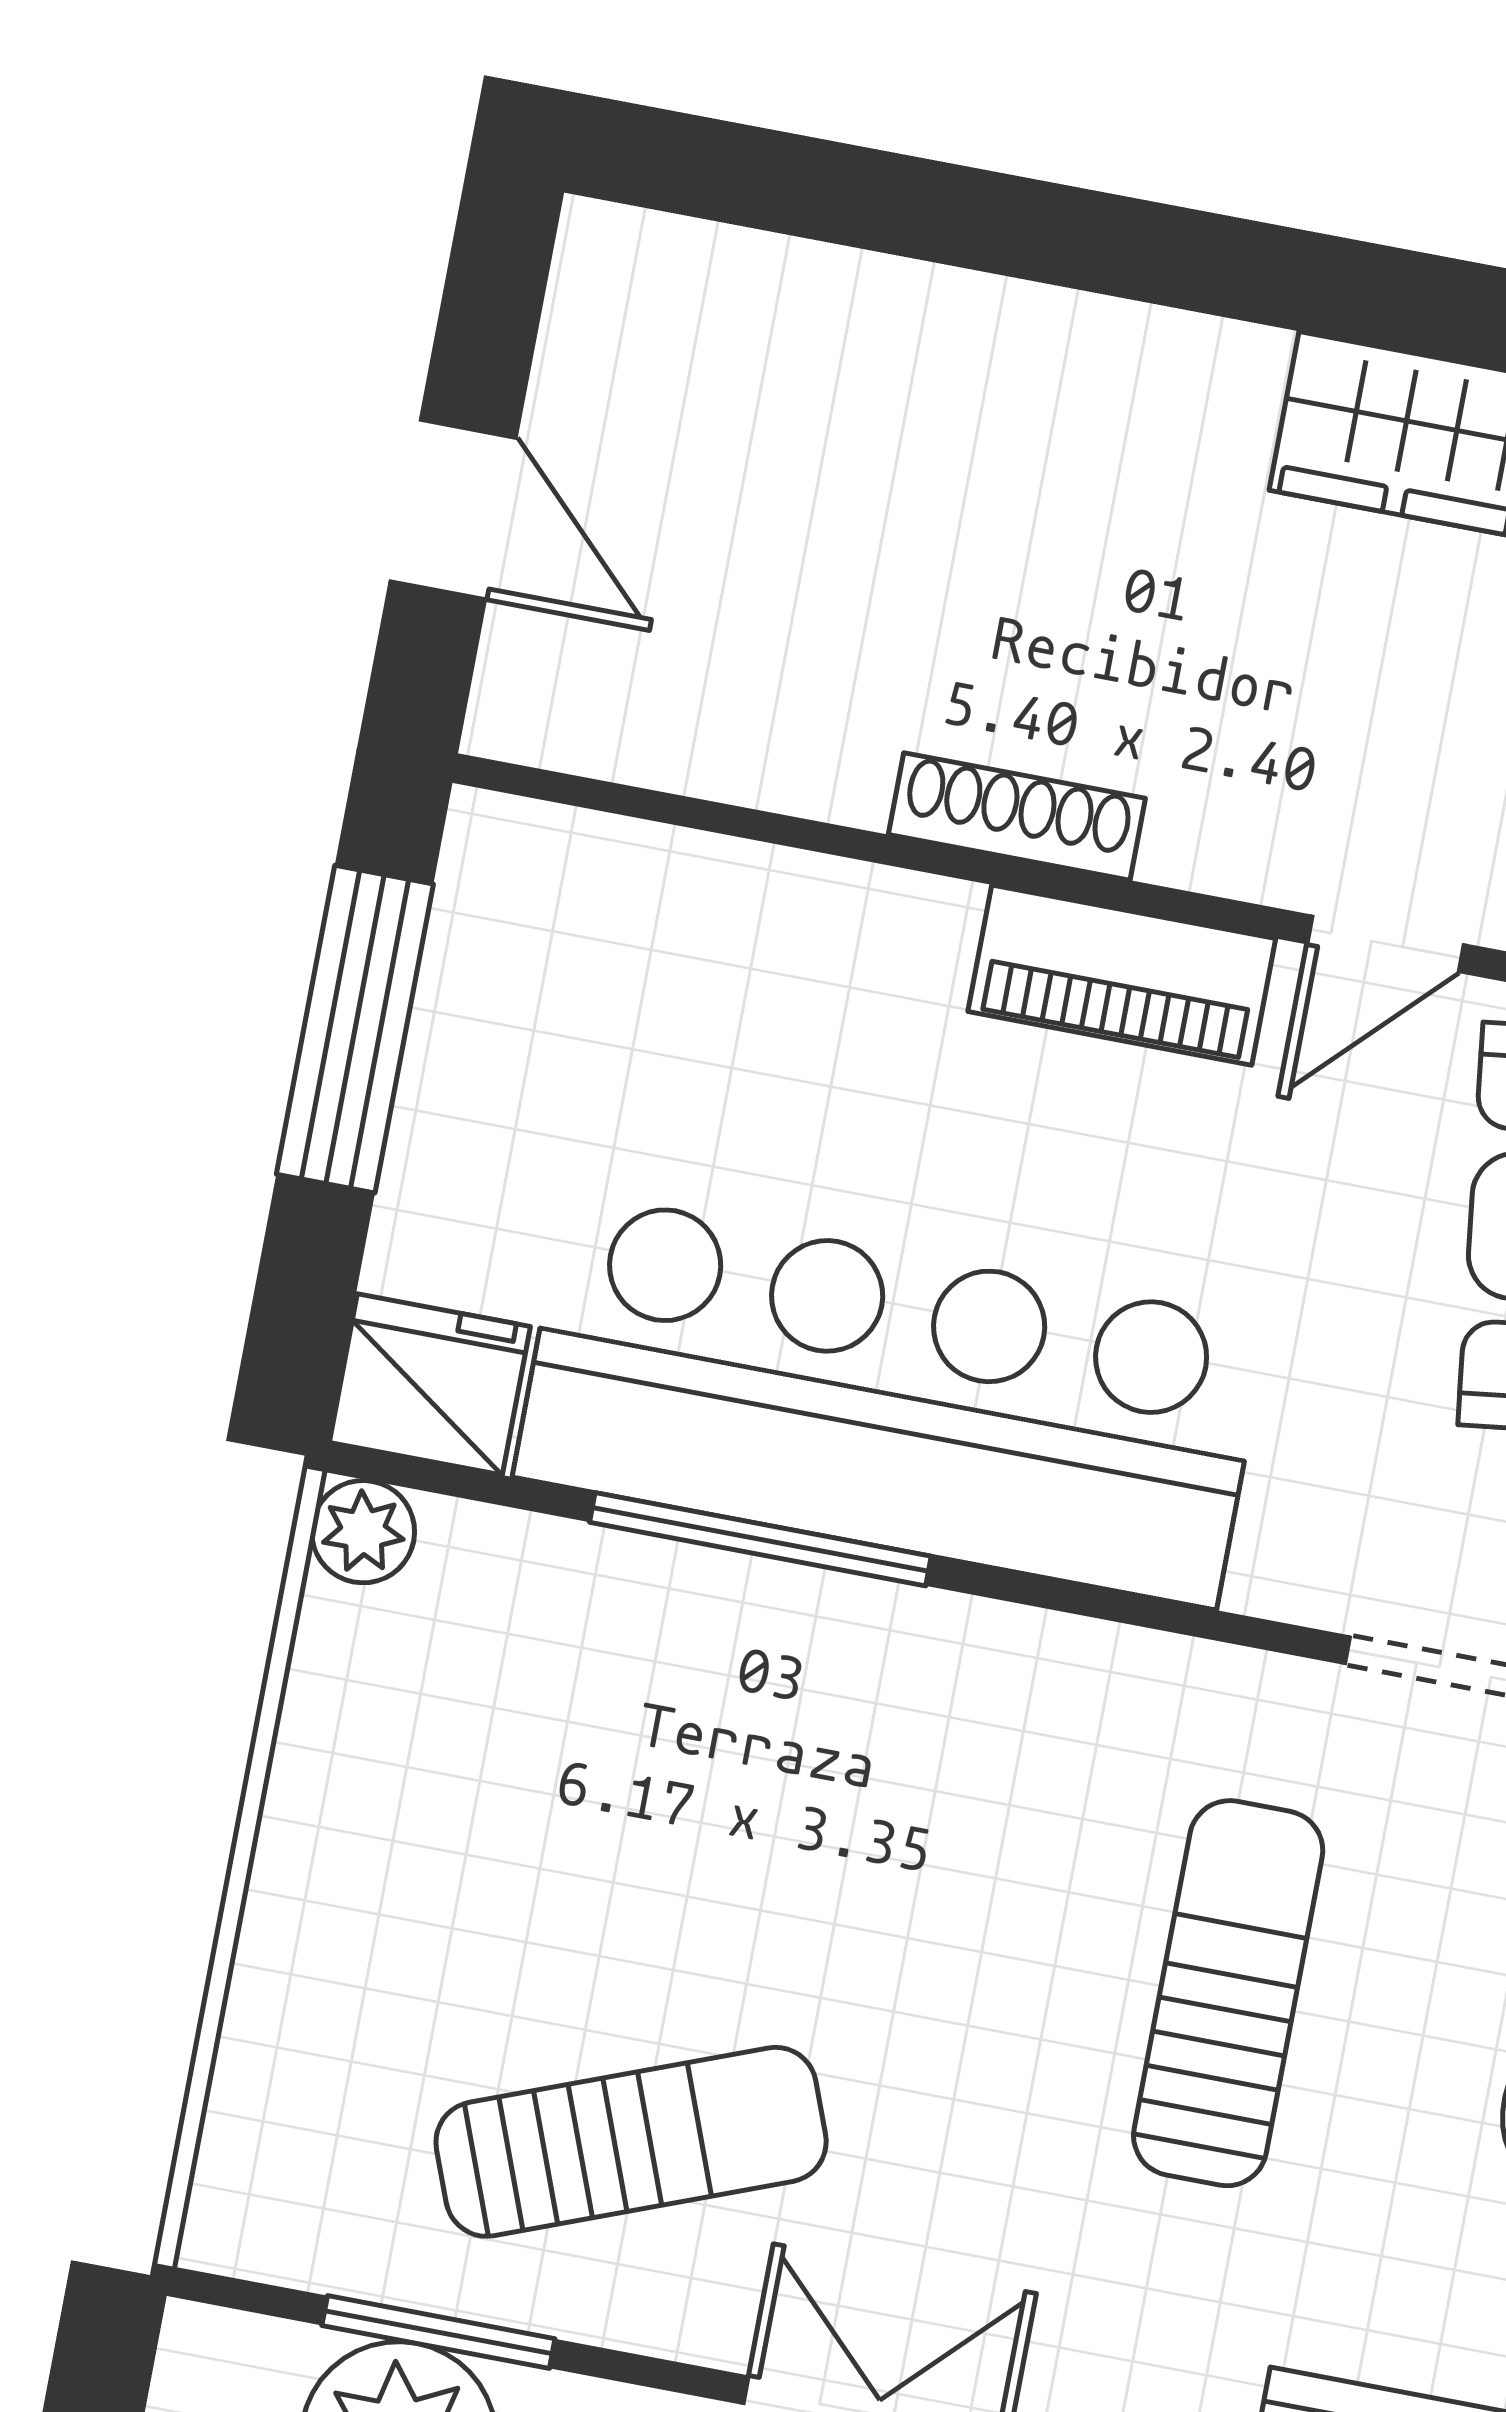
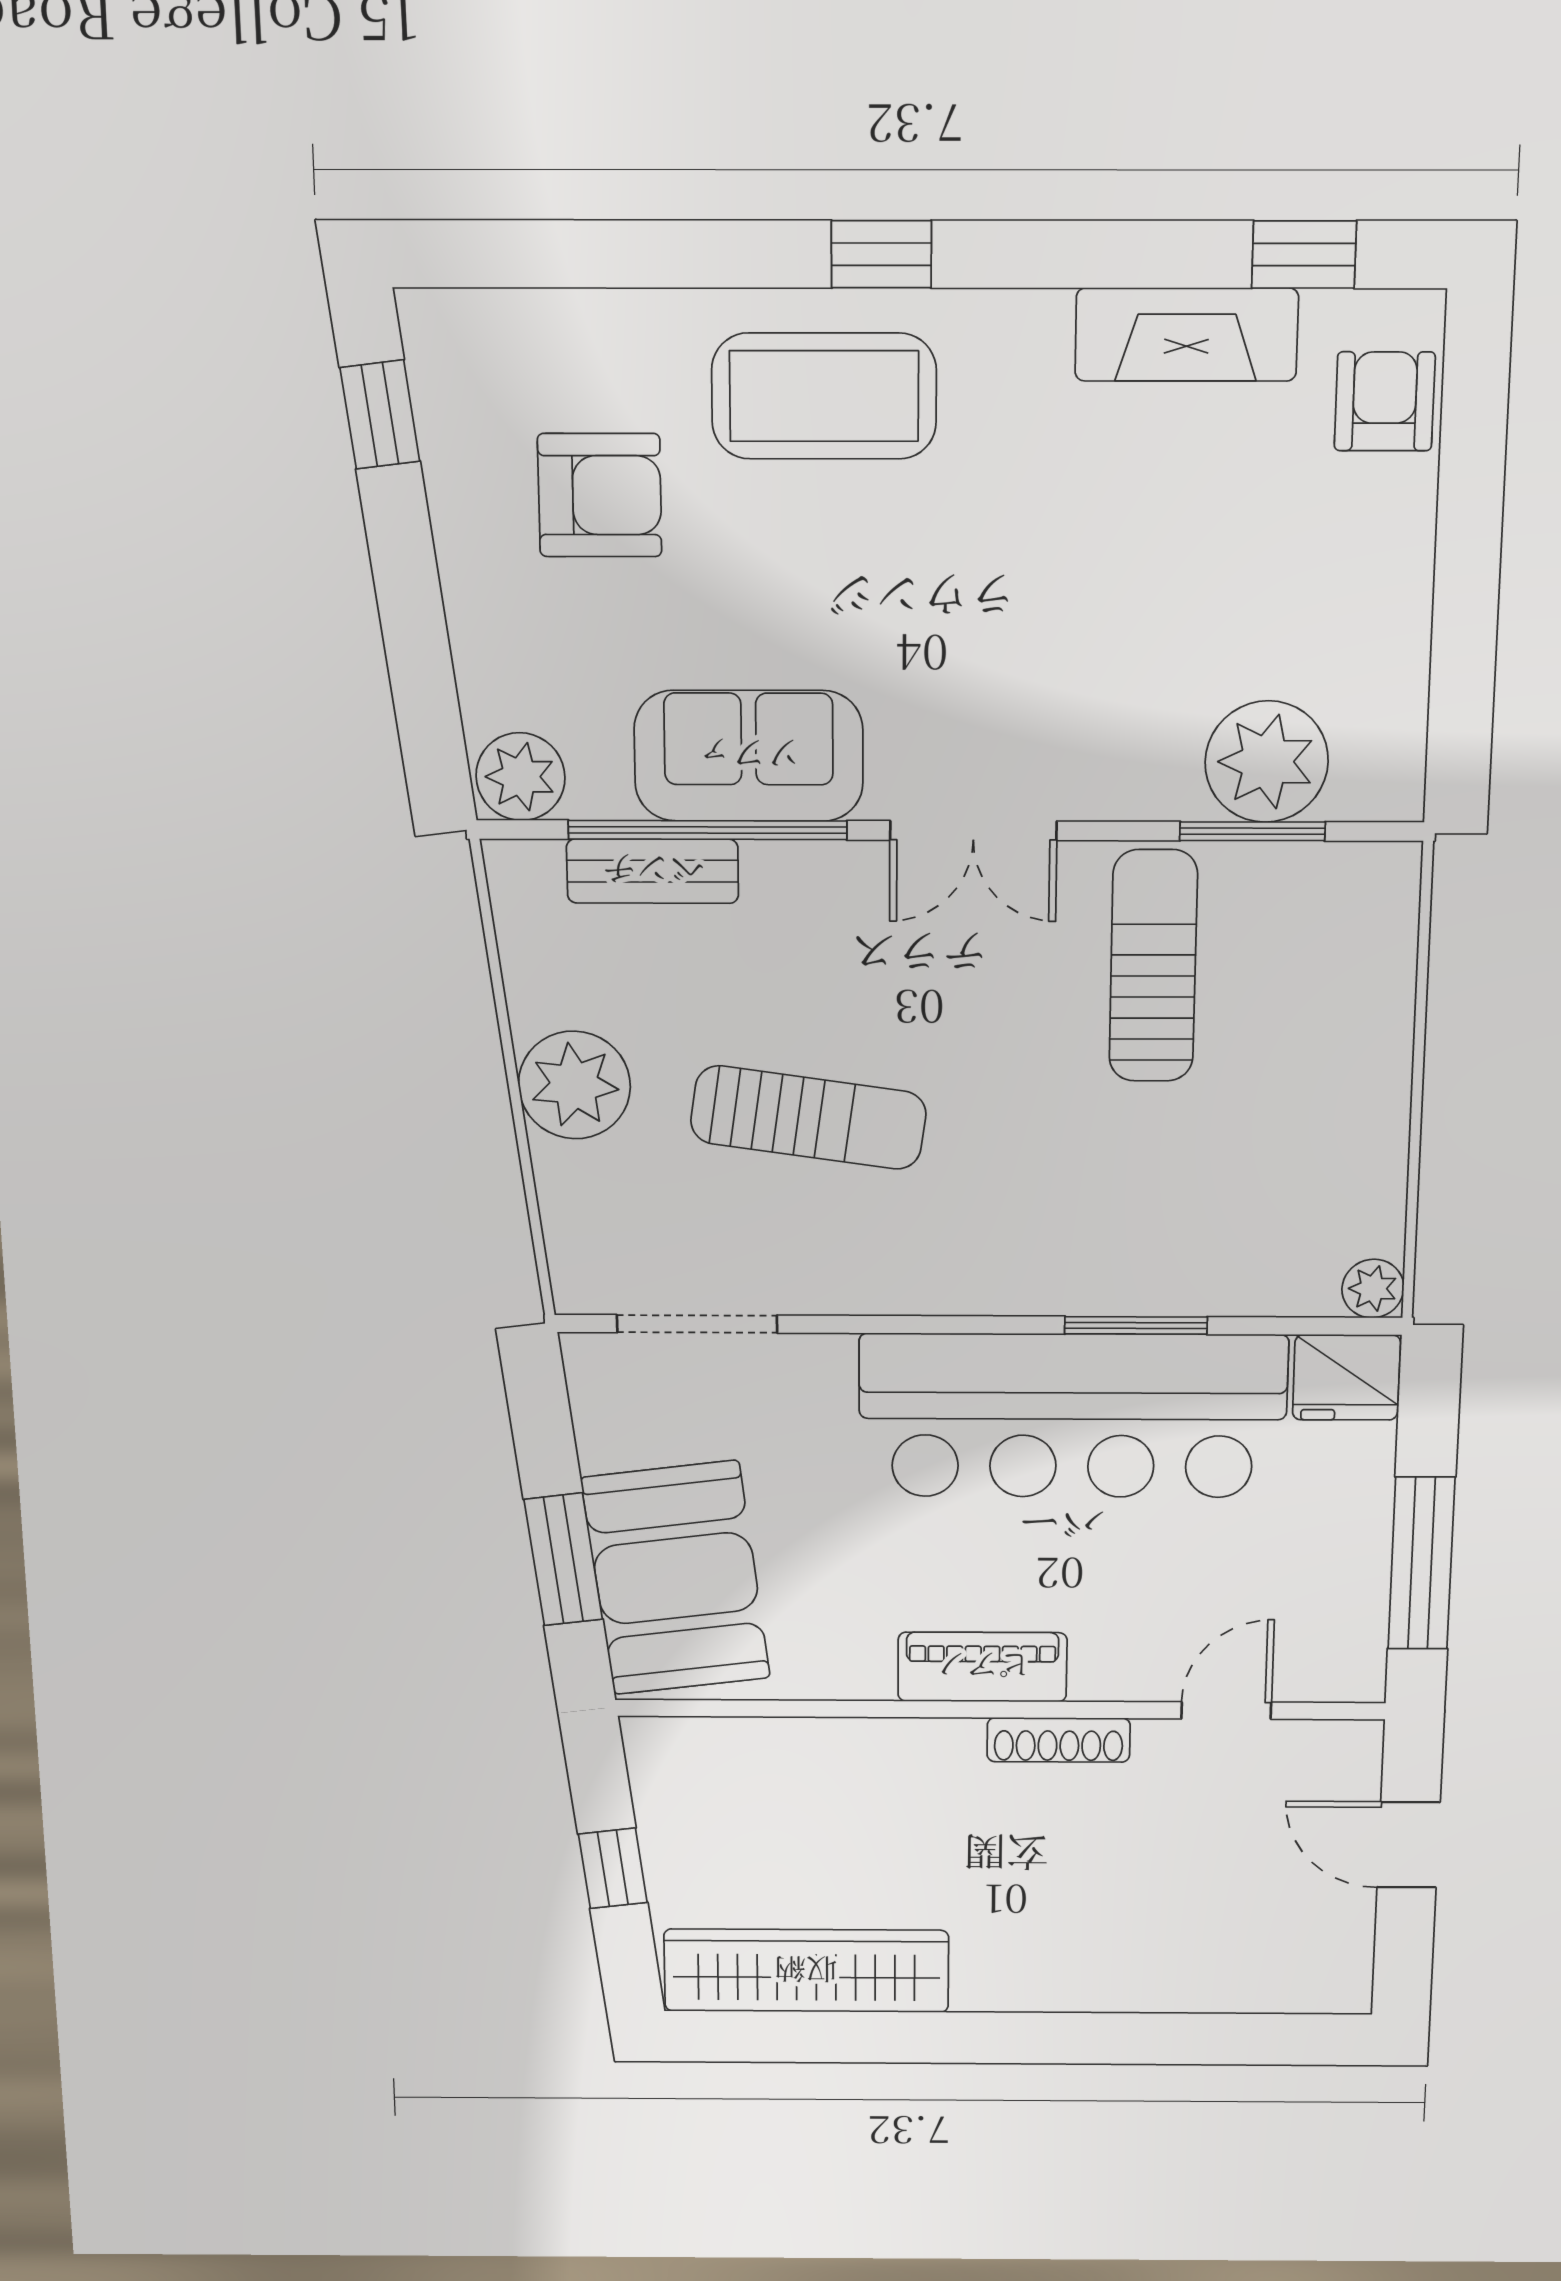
door: (1386, 944) -> (1226, 1711), moved
window: (760, 1539) -> (1136, 1325), width x0.69
sun lounger: (1228, 1993) -> (808, 1118), turned -82
sun lounger: (631, 2142) -> (1153, 966), turned 111

